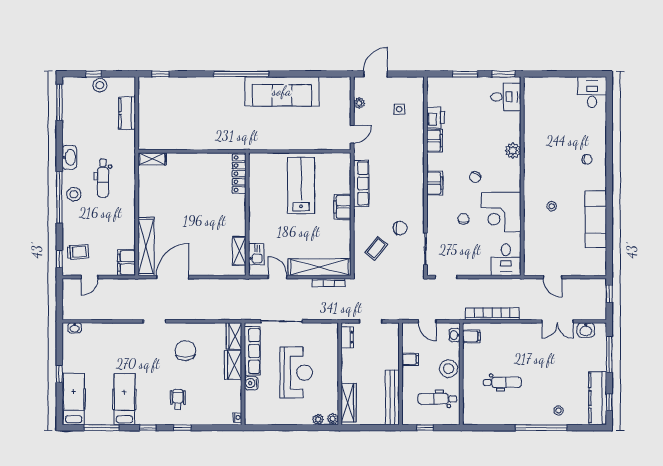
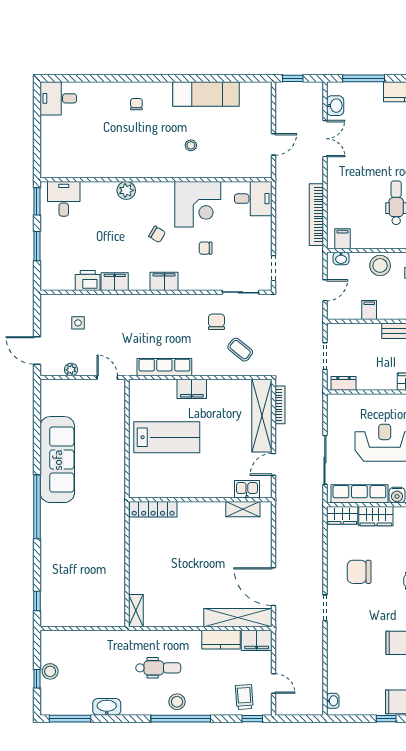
kitchen counter: (127, 113) -> (221, 640), moved
washbasin: (69, 157) -> (107, 707), moved
lab bench: (301, 185) -> (167, 437), turned 180

